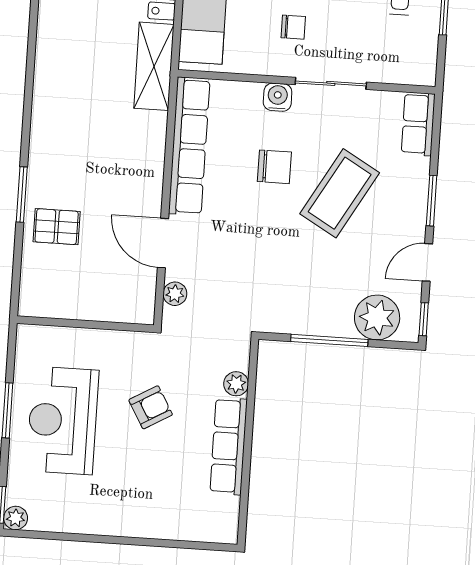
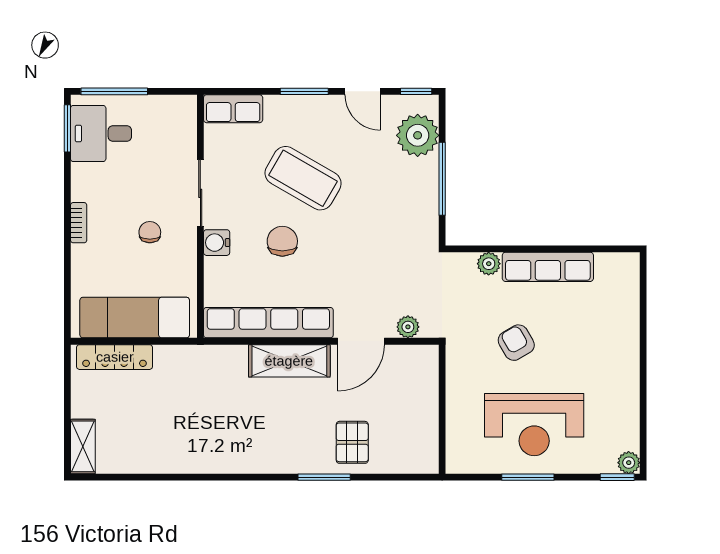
shelving: (154, 66) -> (289, 361), moved

